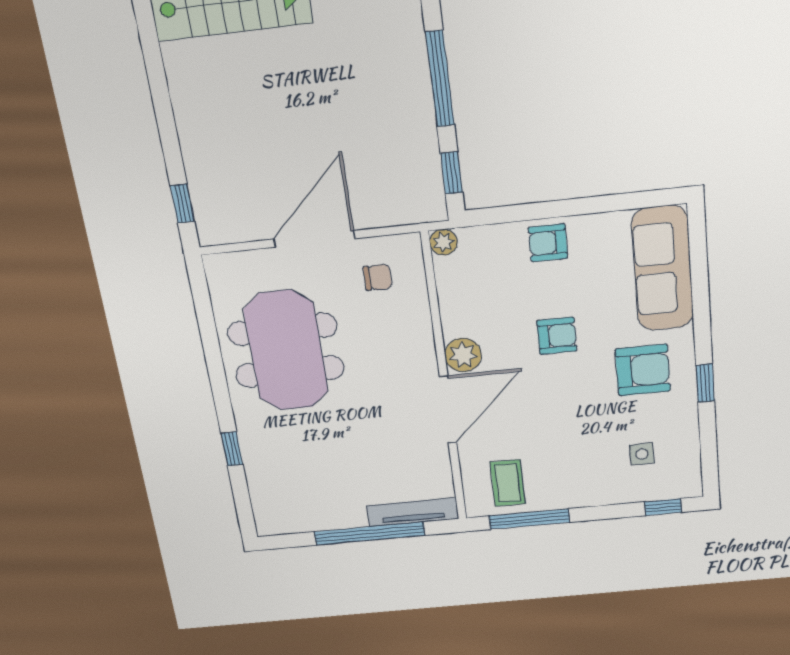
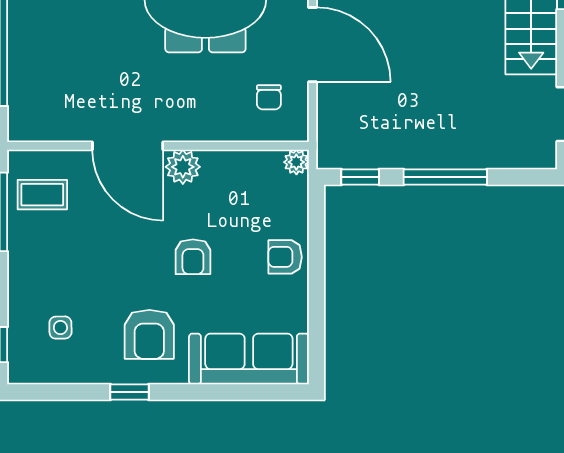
armchair: (548, 243) -> (285, 257), turned -90
tv unit: (413, 512) -> (19, 97), removed

